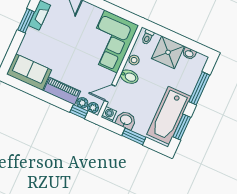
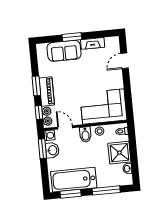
window: (26, 21) -> (72, 37), moved
sofa: (29, 72) -> (64, 51), moved, turned 90
window: (50, 99) -> (36, 86), added
window: (134, 136) -> (42, 149), moved

